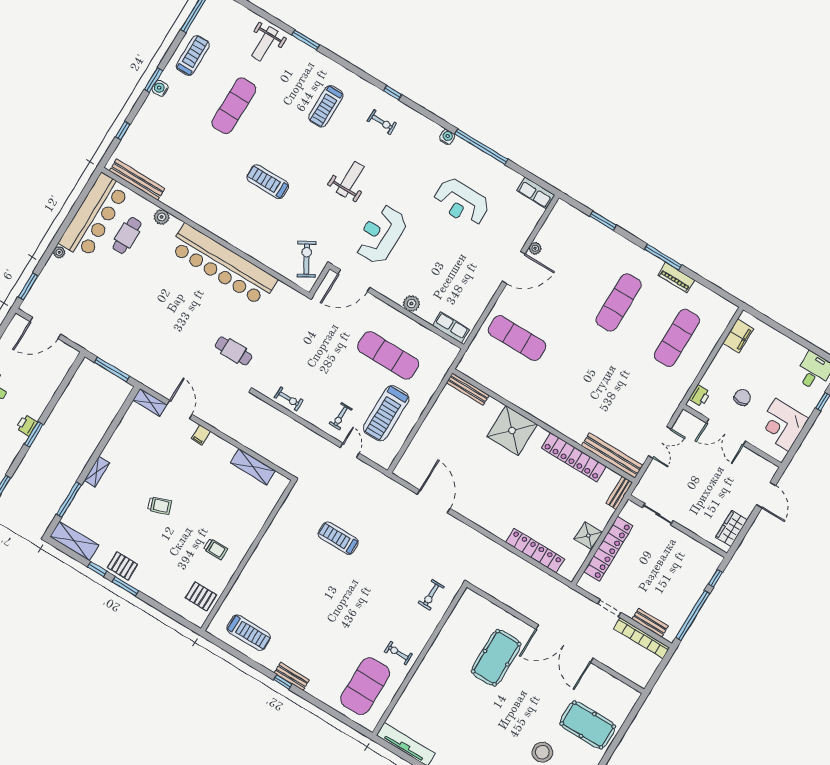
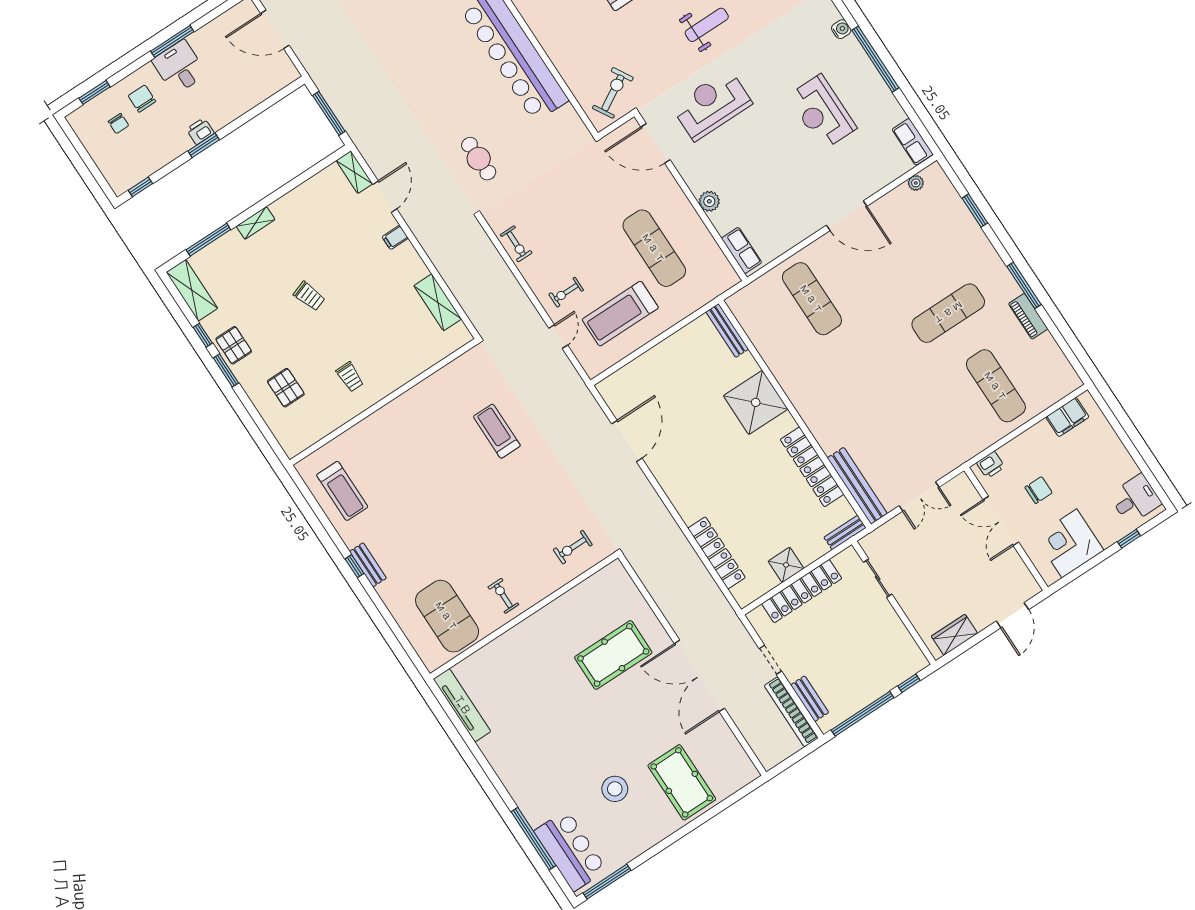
plant: (535, 248) -> (916, 183), moved
exercise mat: (677, 338) -> (996, 386), turned 90
pallet: (201, 596) -> (286, 388), moved
exercise mat: (365, 686) -> (447, 616), turned 90

